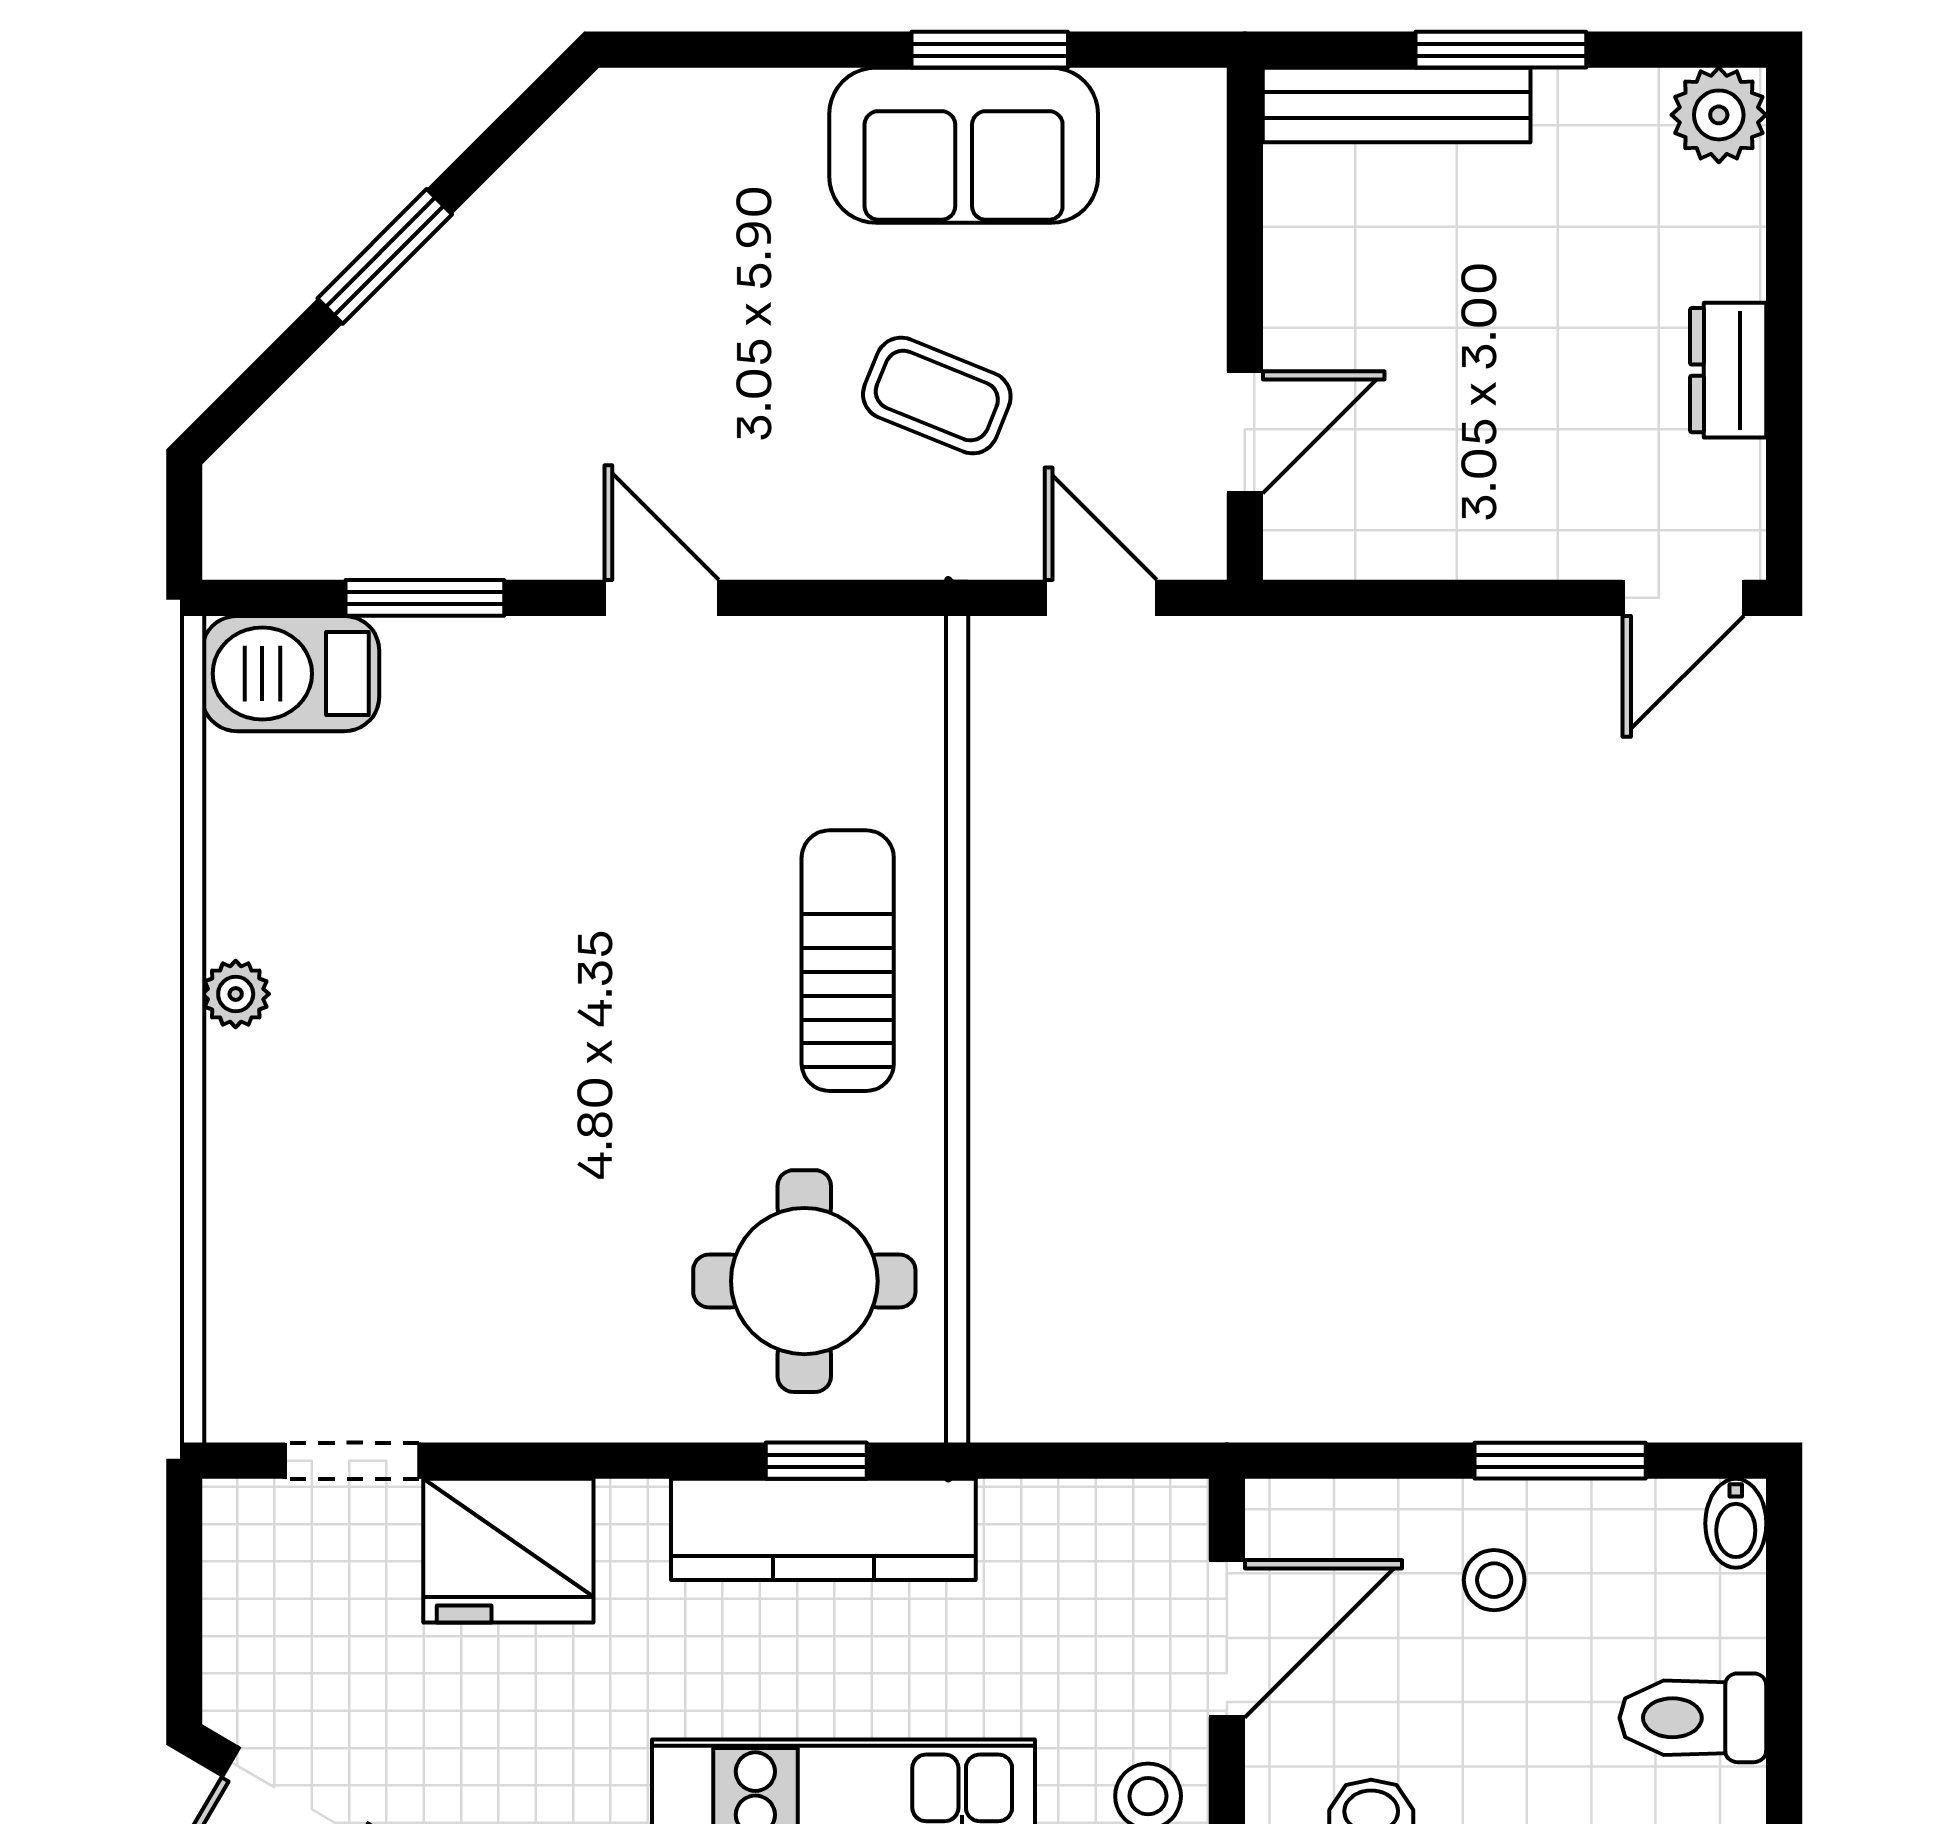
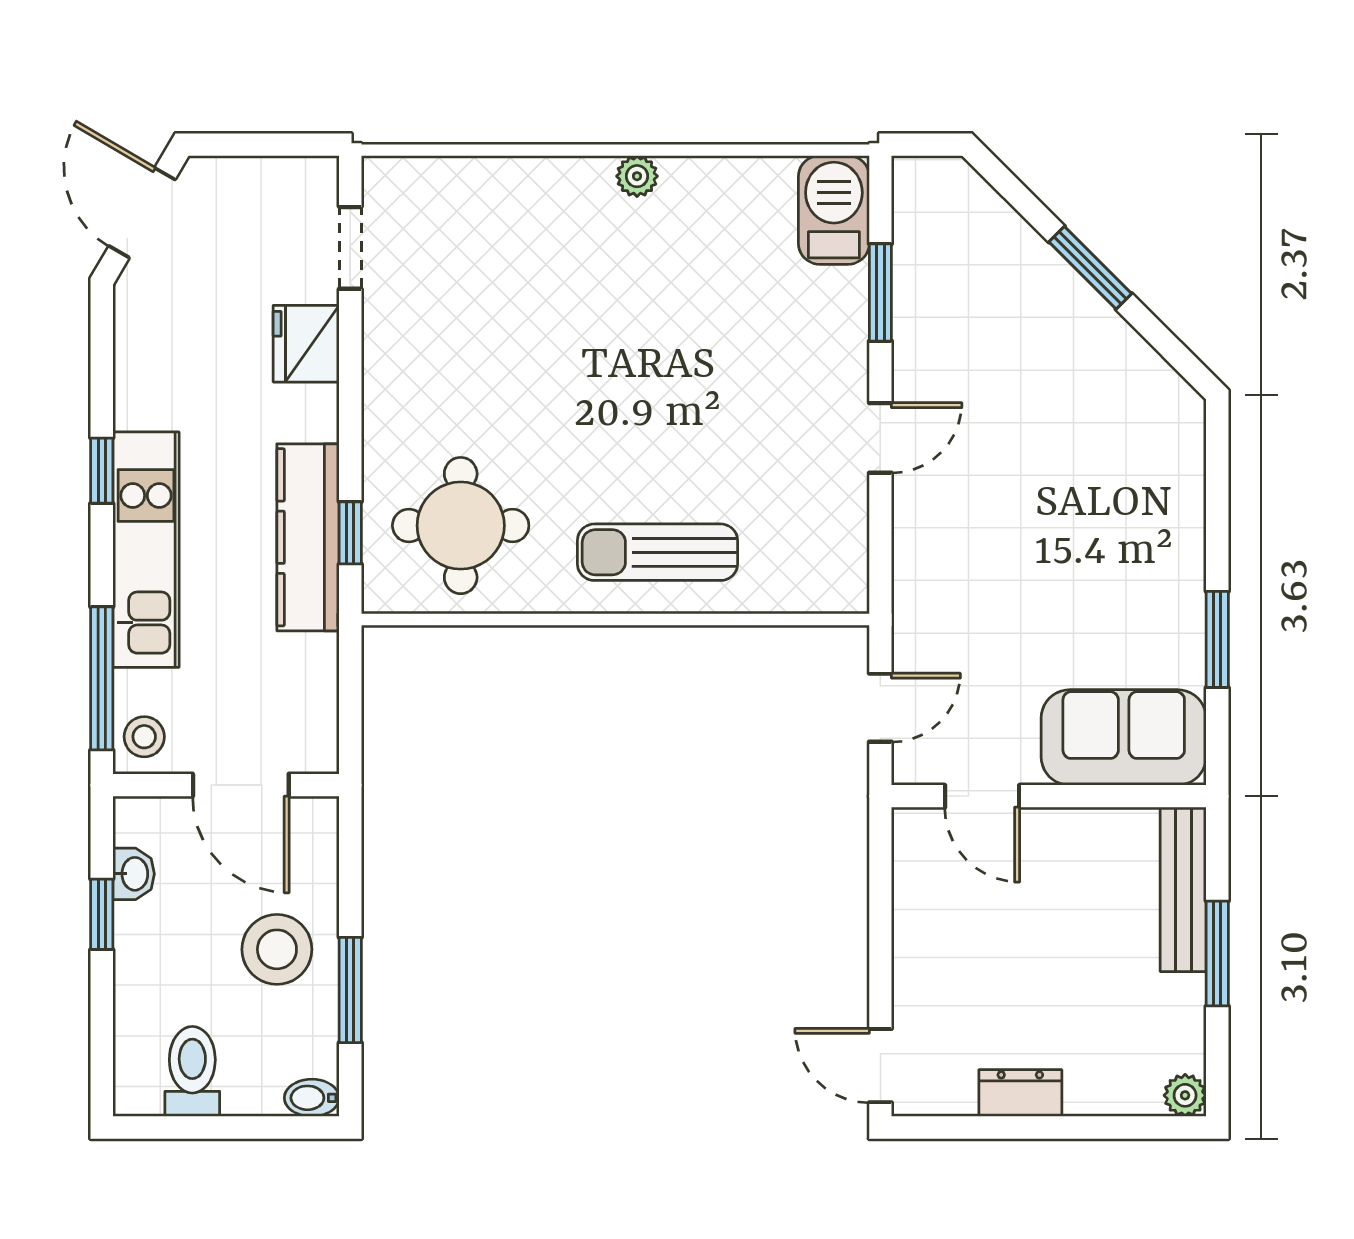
plant: (1719, 115) -> (1185, 1095), width x0.73, depth x0.73
sofa: (964, 145) -> (1124, 737), moved, turned 90
coffee table: (937, 396) -> (1005, 607), removed
sun lounger: (848, 961) -> (658, 552), turned 180
fridge: (508, 1551) -> (306, 344), width x0.73, depth x0.75
stool: (1494, 1580) -> (277, 949), width x1.89, depth x1.89

